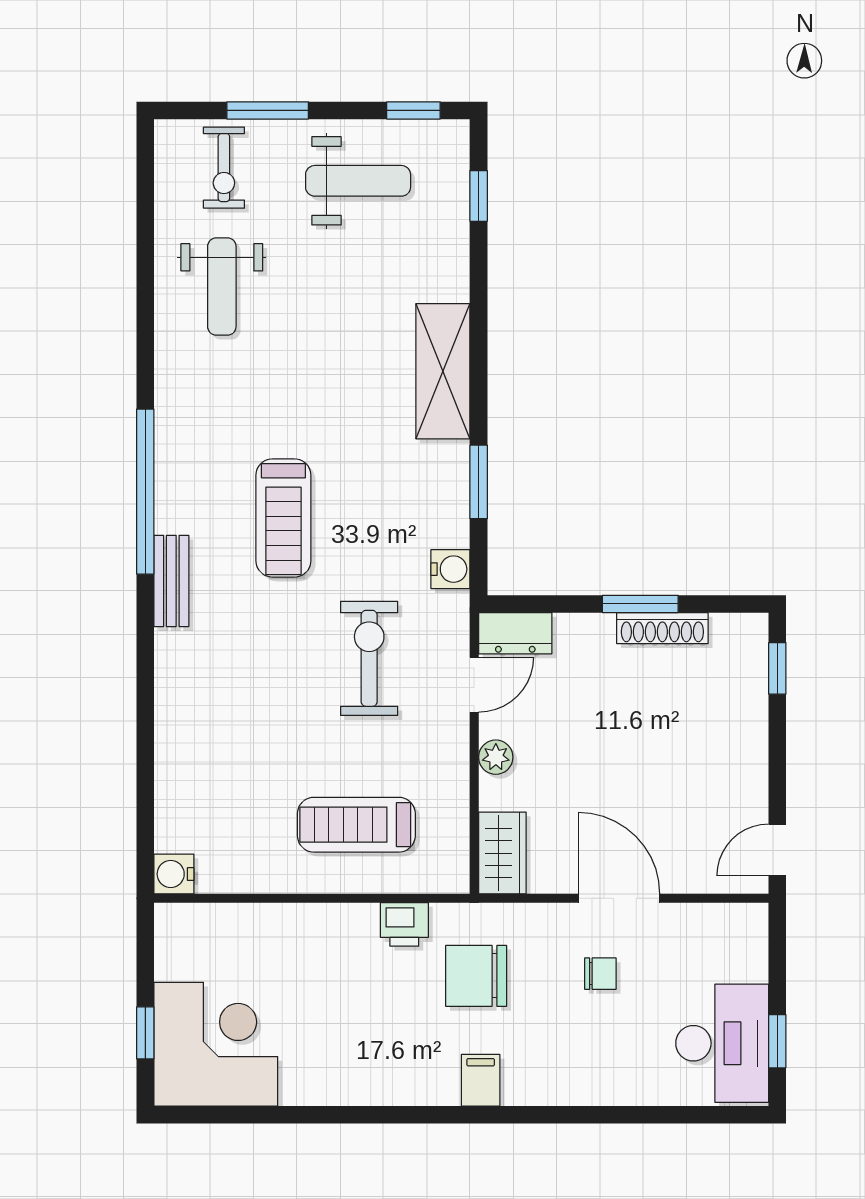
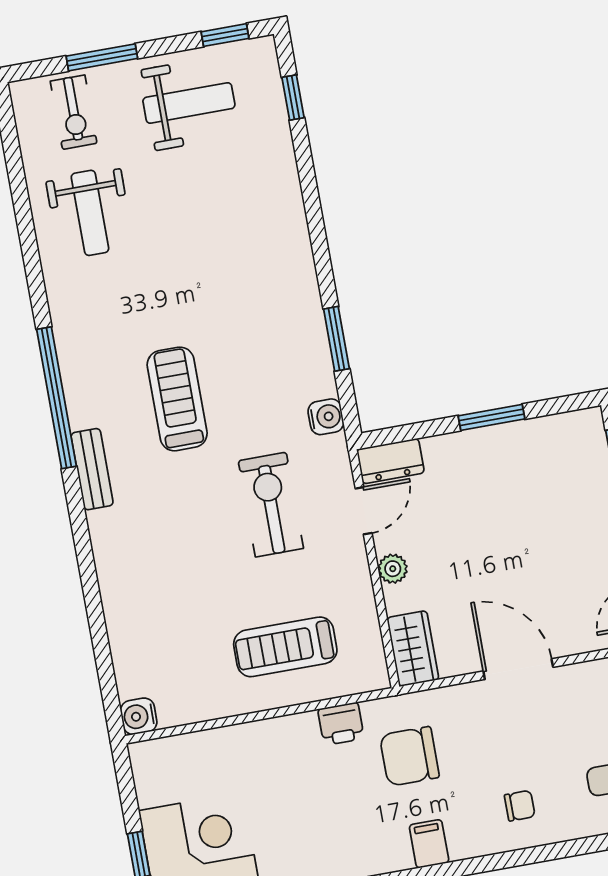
shelving: (443, 371) -> (289, 251), removed
treadmill: (283, 518) -> (177, 399), turned 180
shoe rack: (662, 628) -> (514, 434), removed
chair: (600, 974) -> (520, 806), moved

